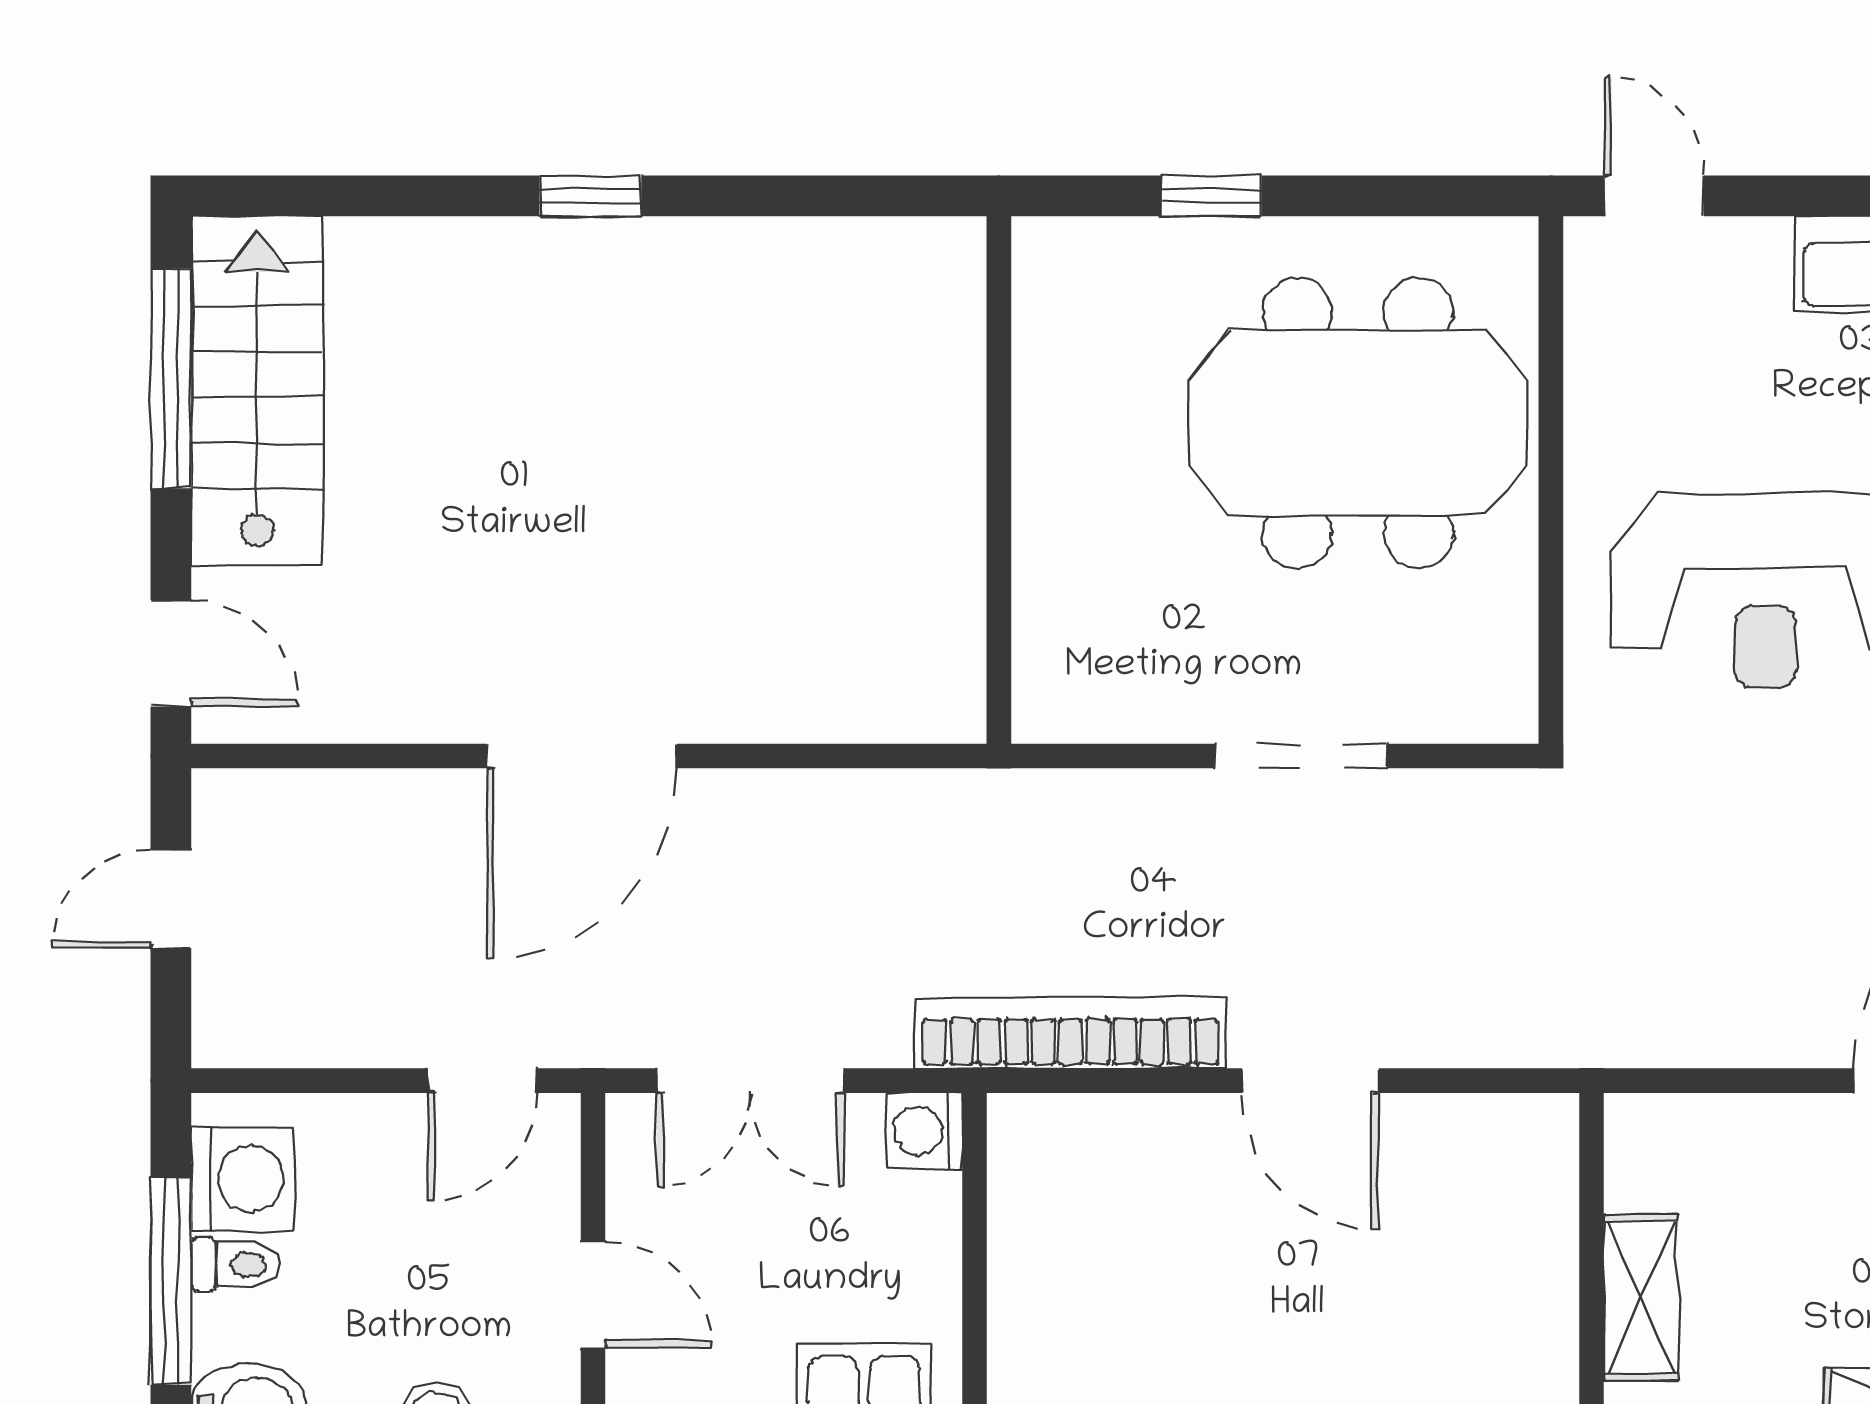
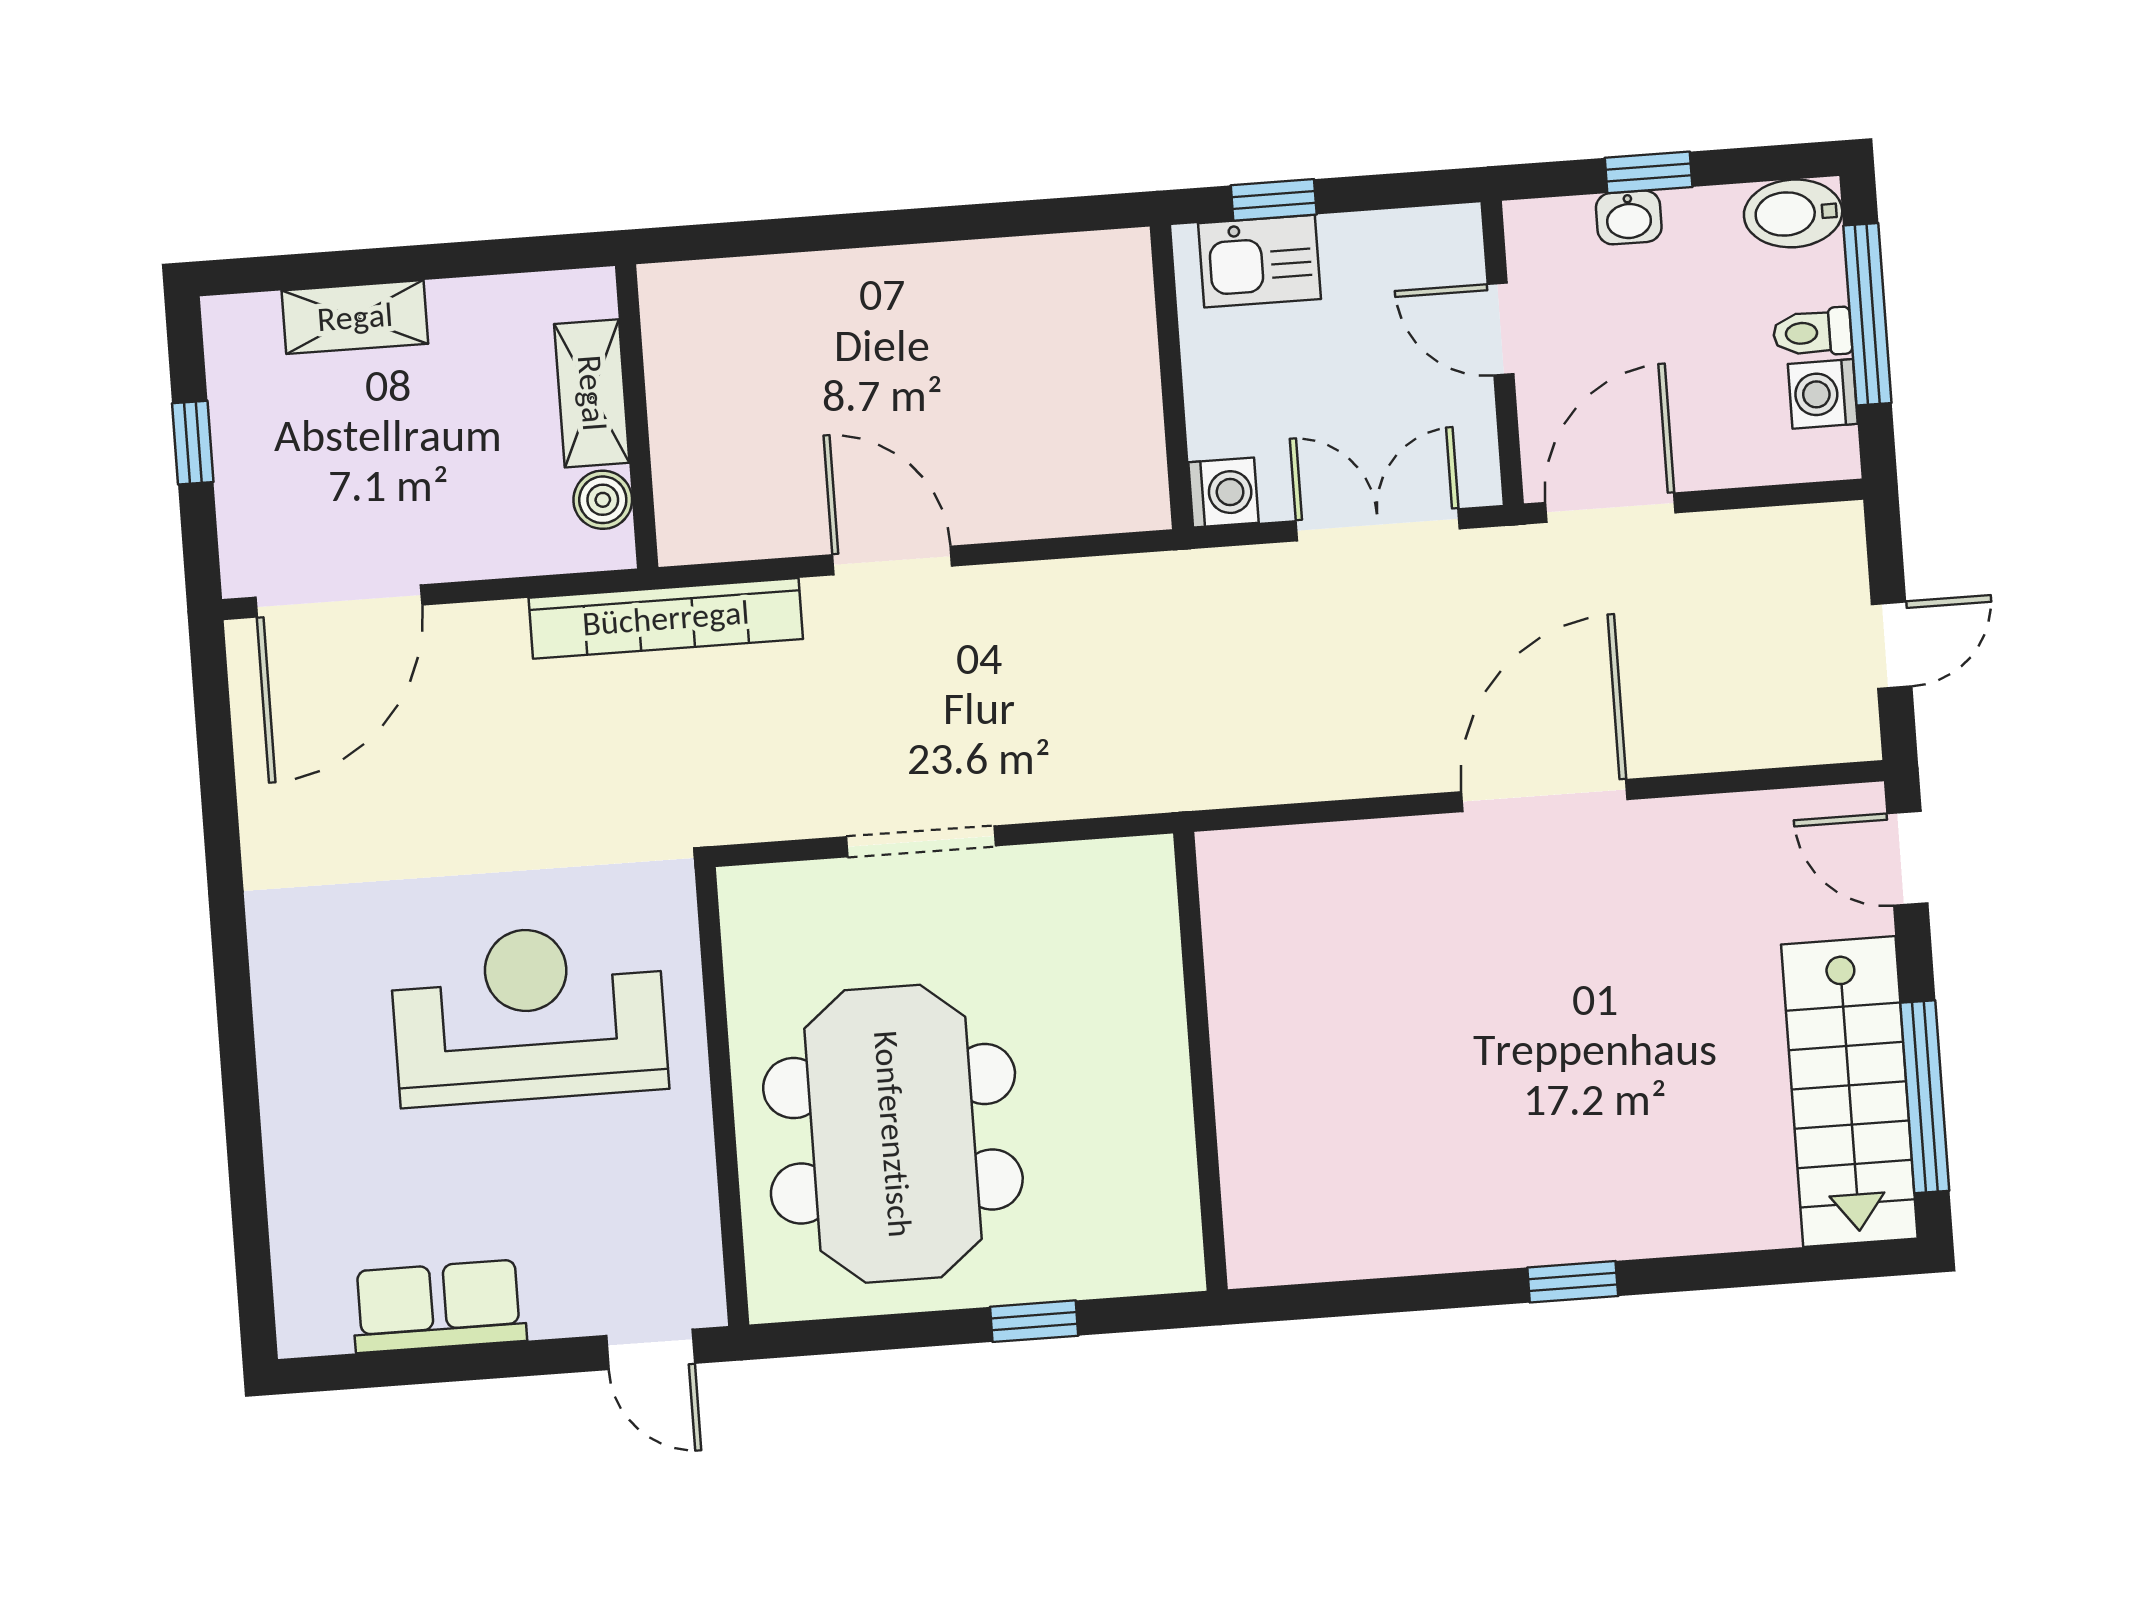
meeting table: (1358, 423) -> (893, 1134), turned 90
bookcase: (1071, 1033) -> (666, 618), moved
door: (482, 1081) -> (1610, 508), width x1.38
boiler: (1637, 1175) -> (603, 500), added
washing machine: (243, 1179) -> (1823, 394), width x0.73, depth x0.73

